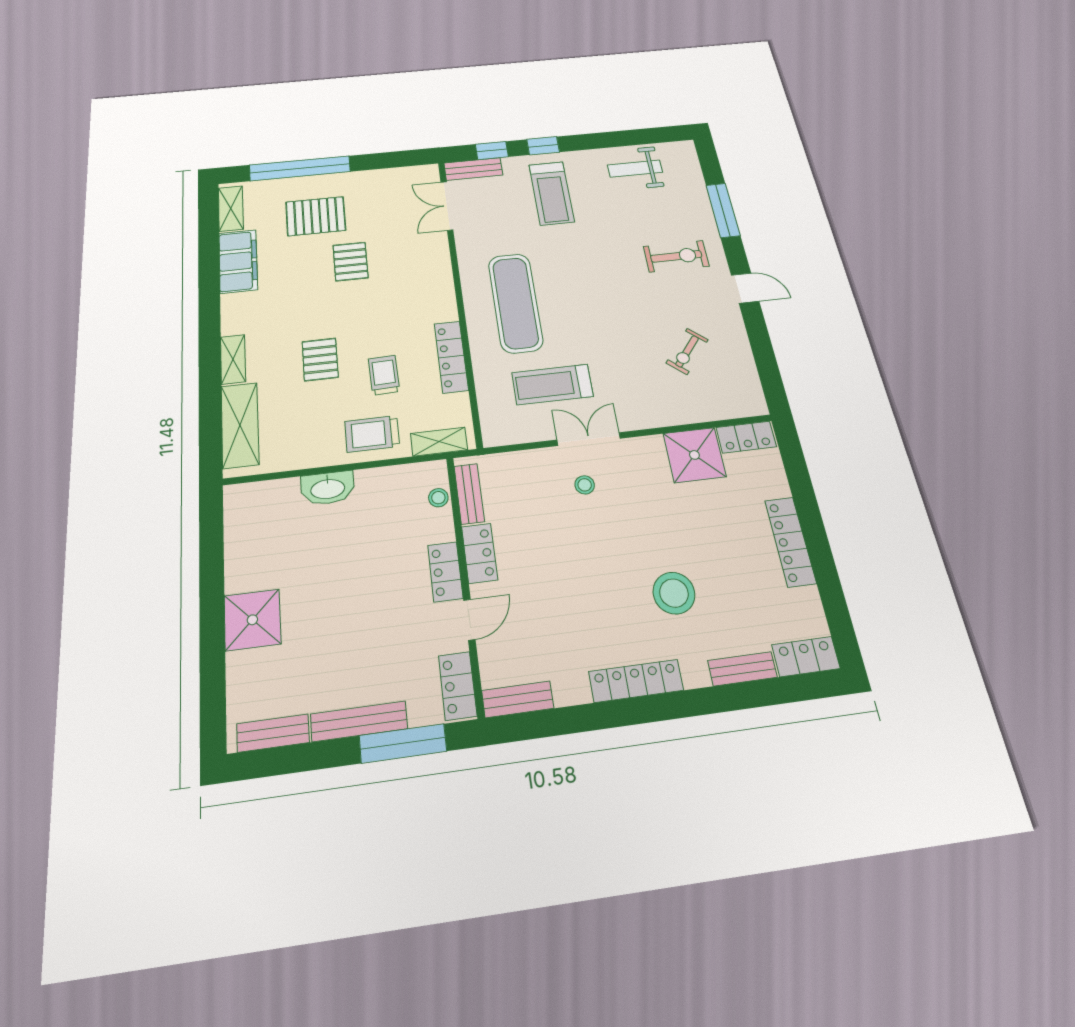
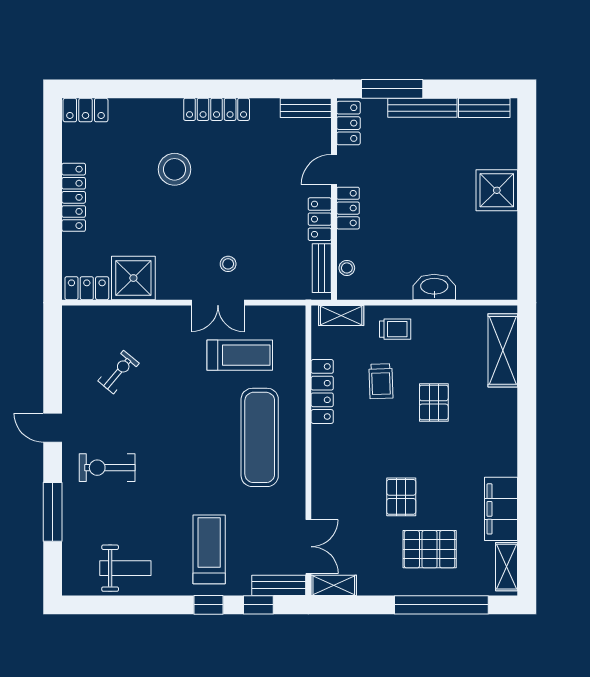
shelving: (233, 359) -> (334, 585), moved, turned 90
trolley: (372, 434) -> (395, 329), width x0.73, depth x0.72
bench: (742, 669) -> (135, 108), removed

